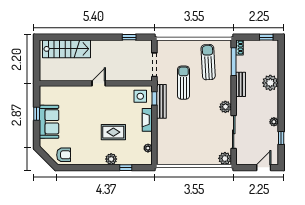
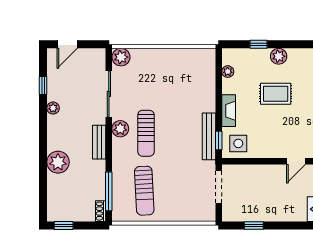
sun lounger: (183, 83) -> (146, 133), moved
bench: (241, 84) -> (99, 142), moved

